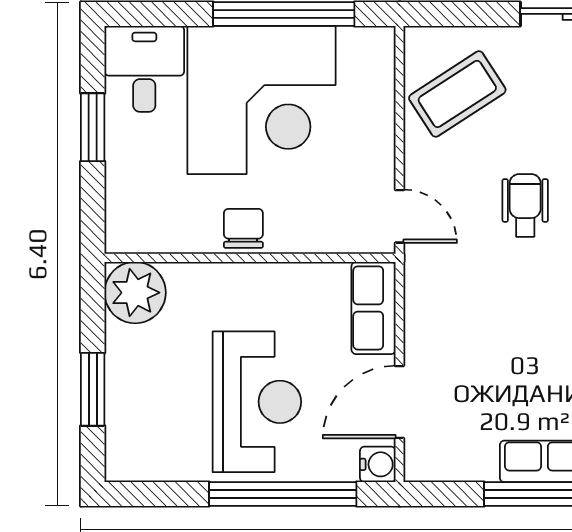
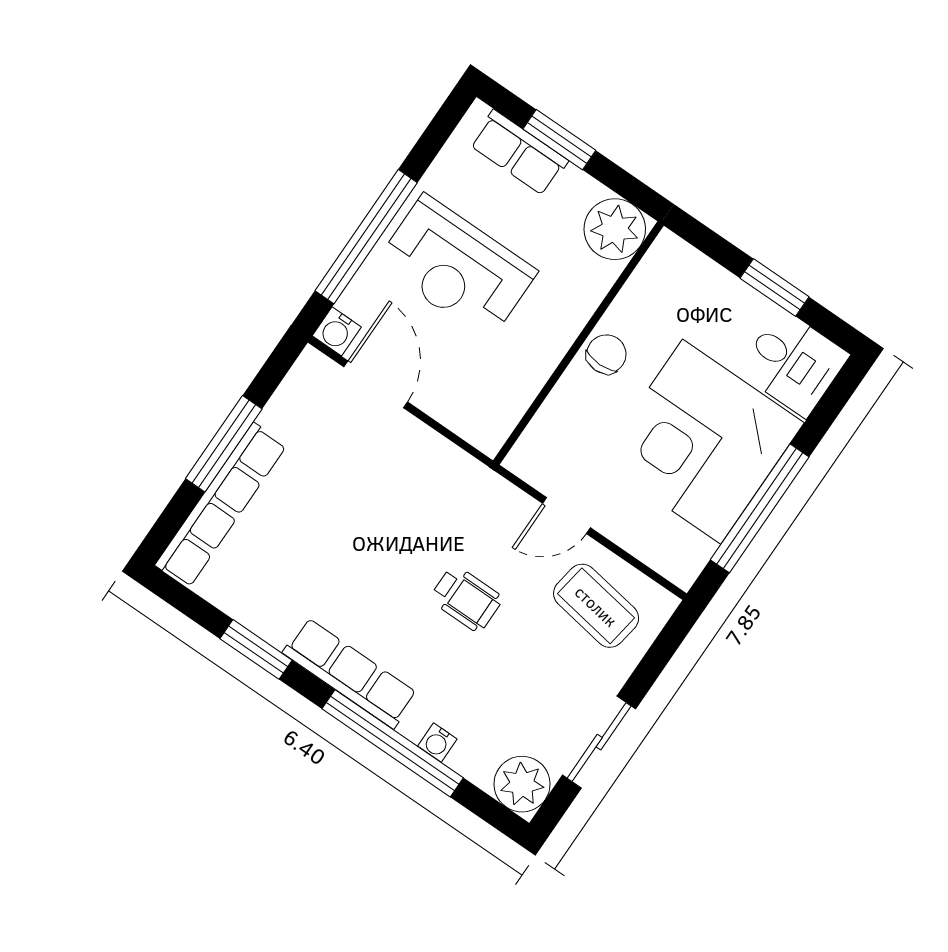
coffee table: (457, 94) -> (596, 606), turned -48
door: (399, 216) -> (566, 516), moved
chair: (243, 228) -> (606, 354), turned -90
row of seats: (374, 308) -> (519, 153), moved, turned 180

